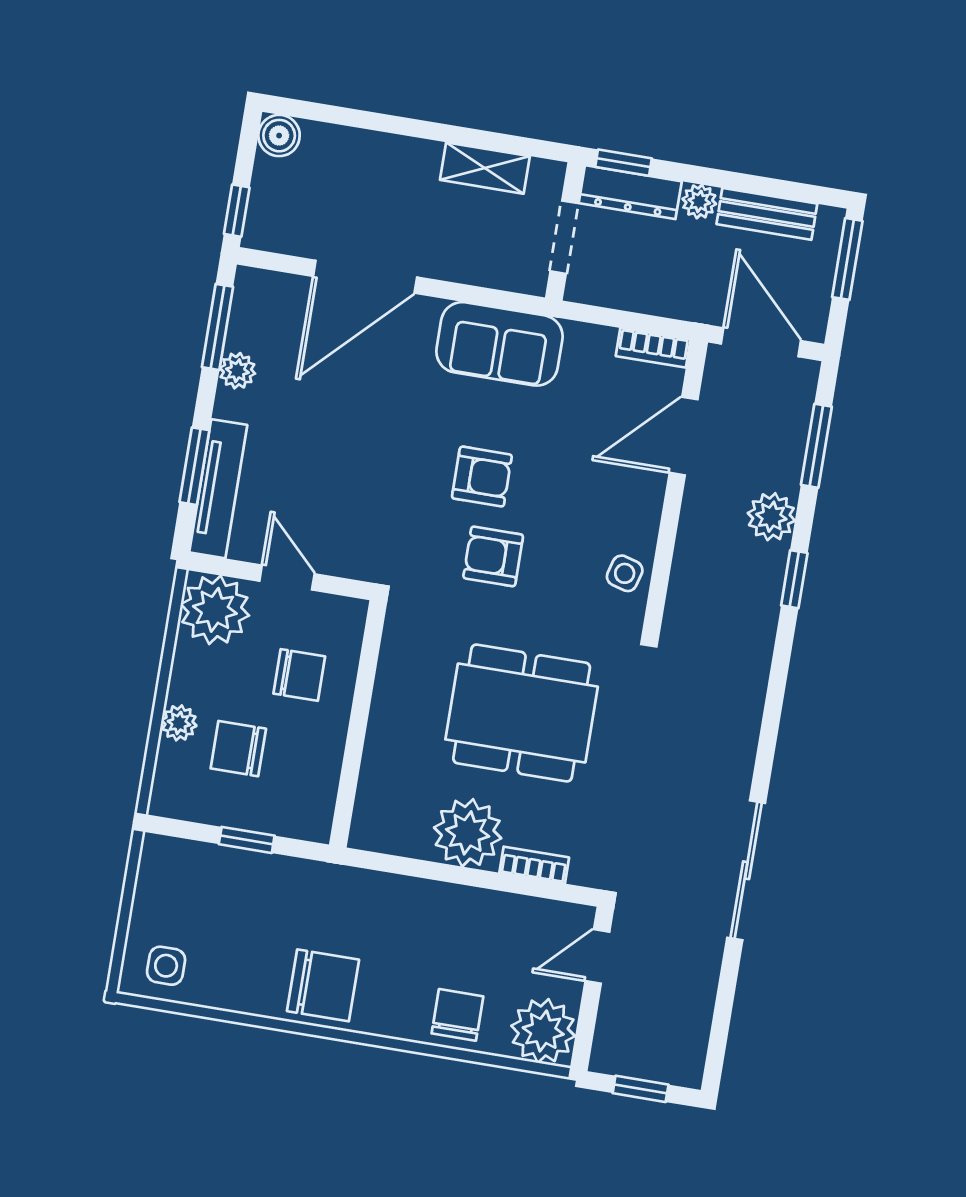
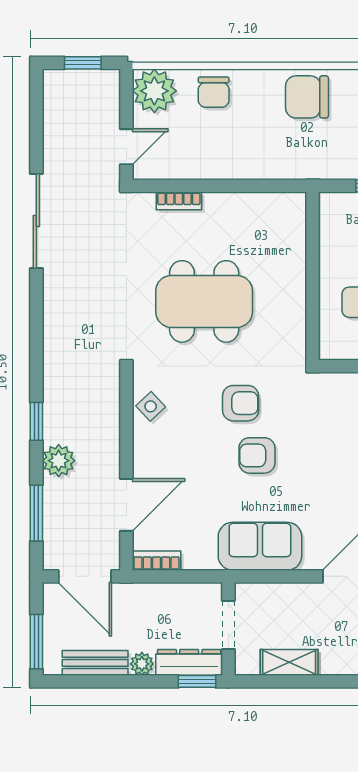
side table: (625, 573) -> (151, 406), turned 31
plant: (468, 833) -> (227, 215), removed

